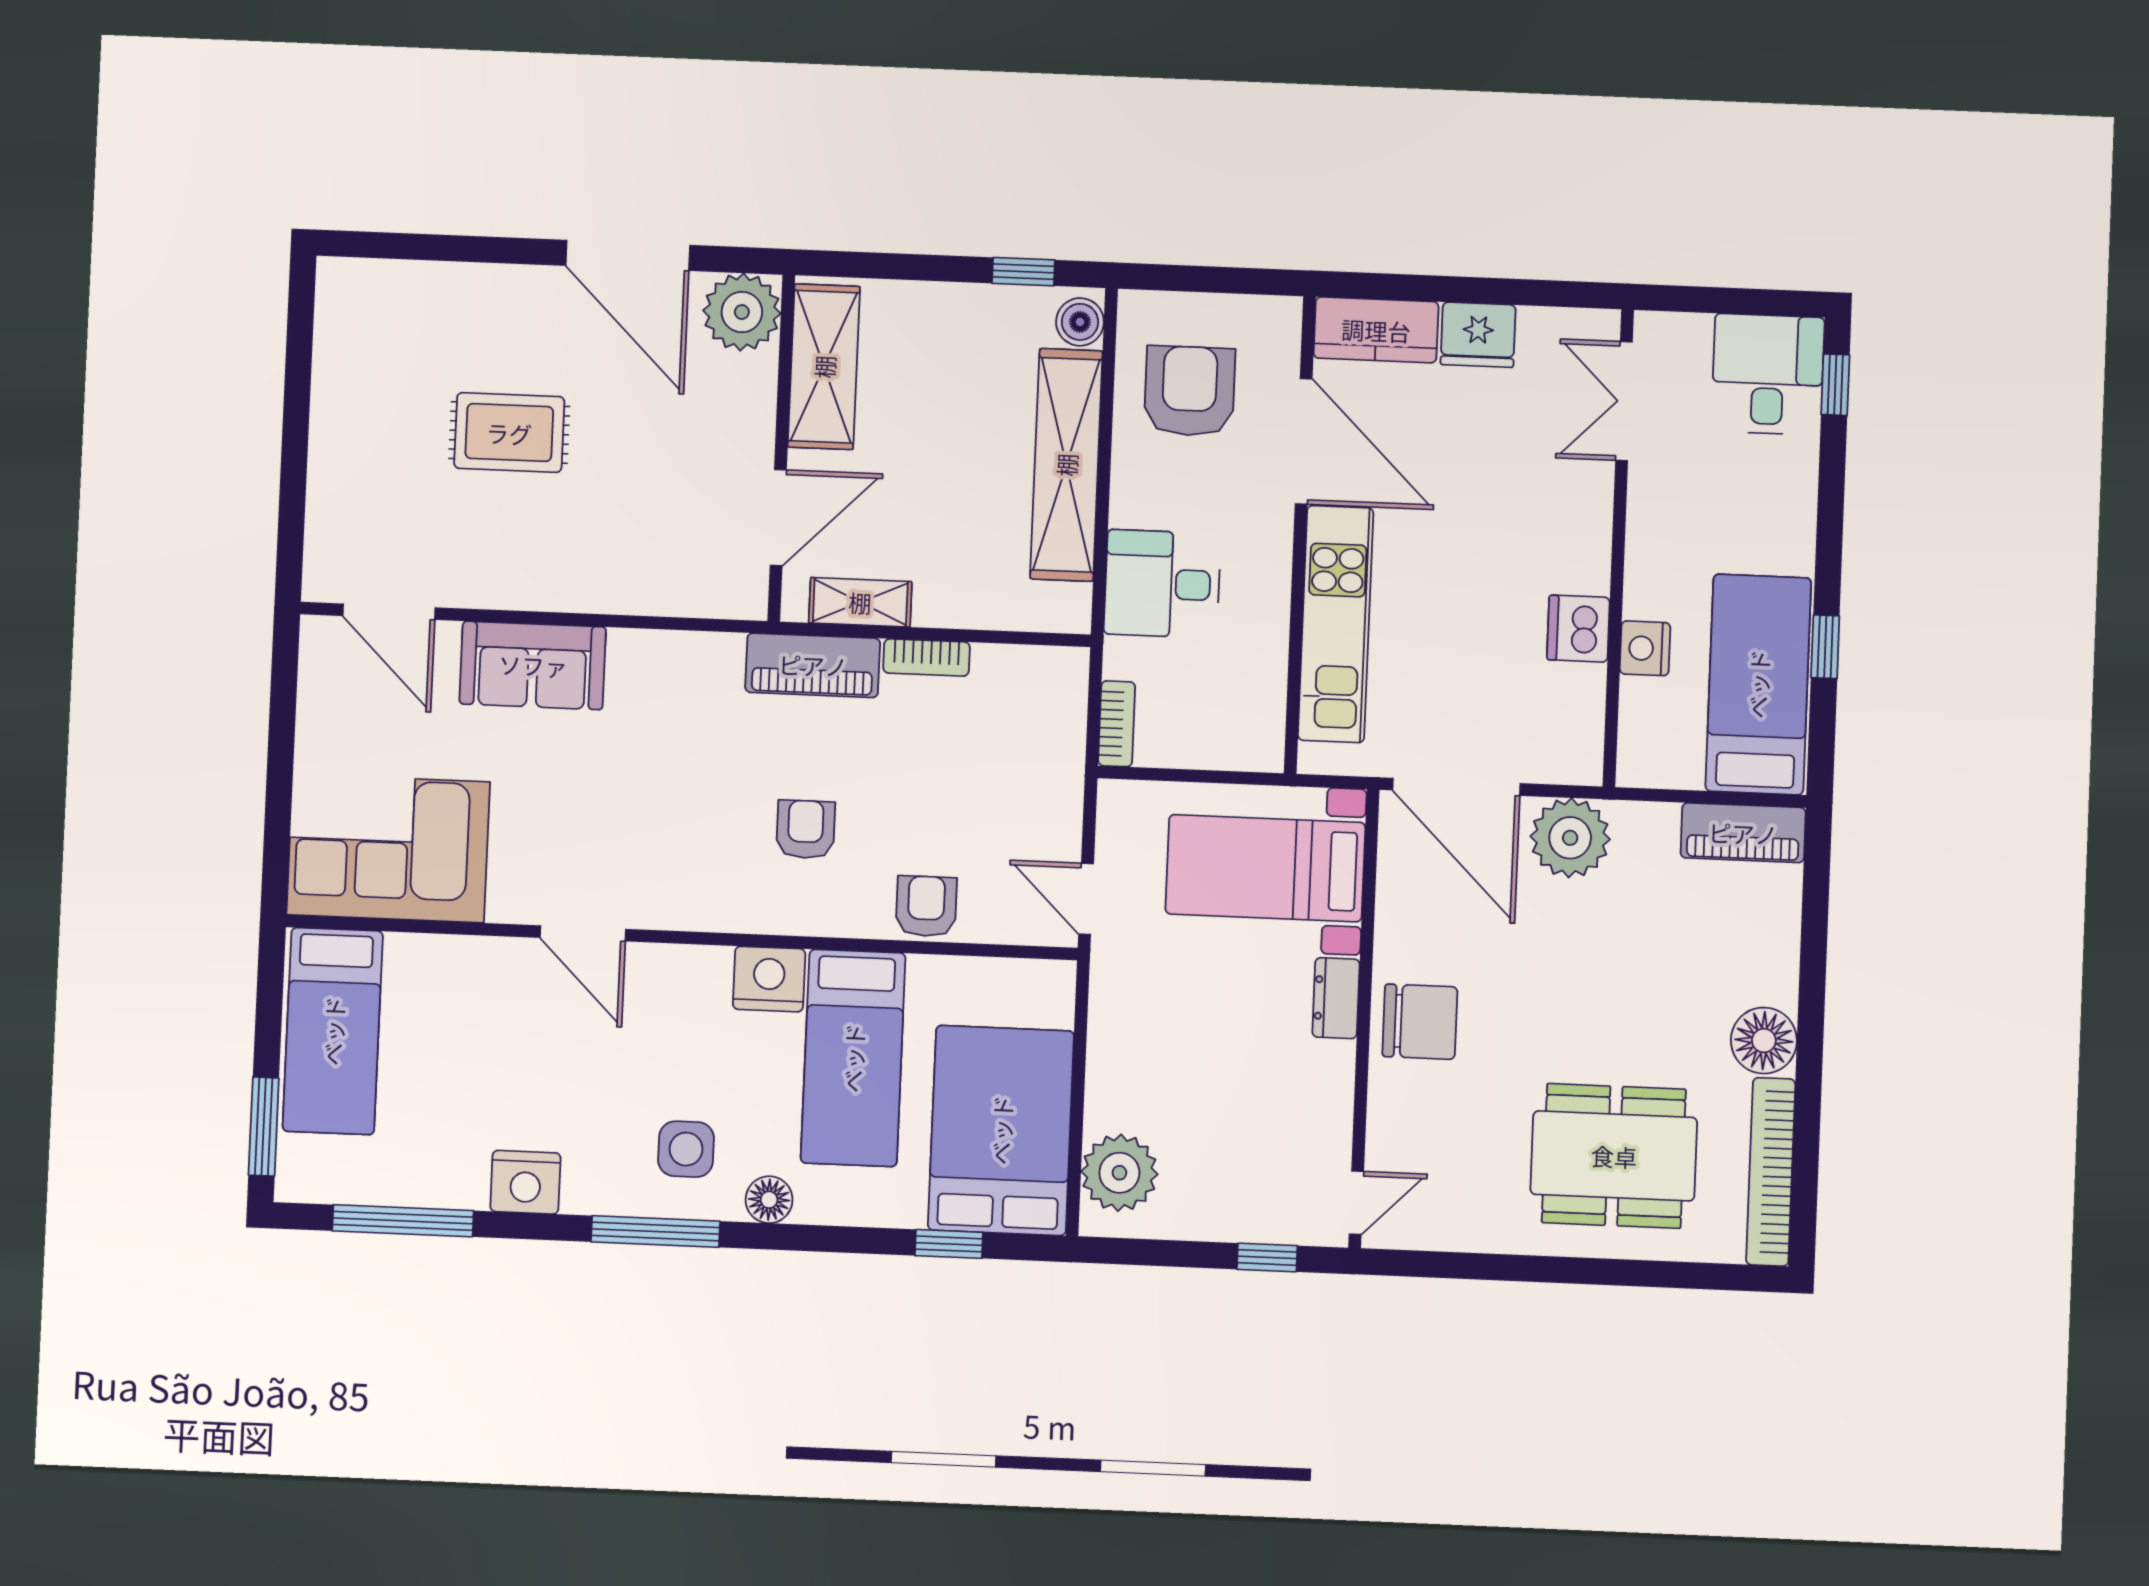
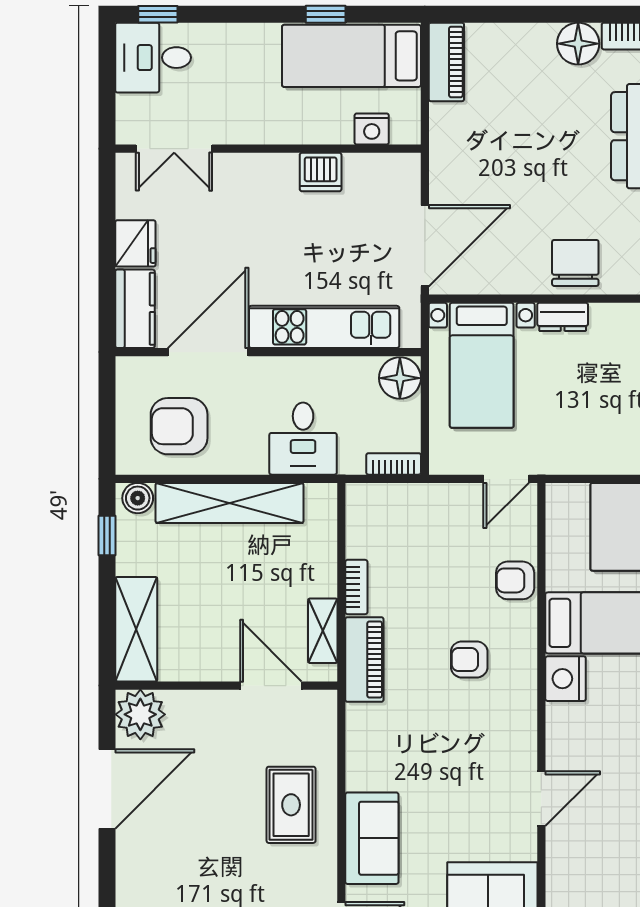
shelving: (824, 367) -> (136, 629), moved, turned 90
rug: (509, 433) -> (291, 805), moved
nightstand: (1645, 648) -> (372, 129), moved
floor lamp: (1251, 739) -> (400, 378), added
plant: (1570, 838) -> (454, 172), removed

